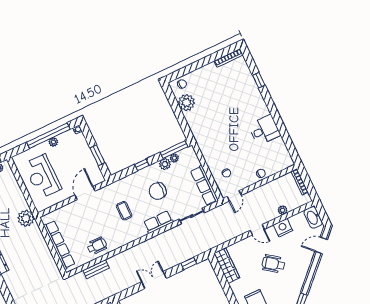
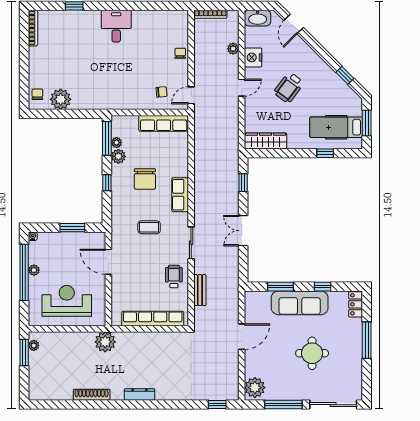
desk: (264, 130) -> (116, 26), moved
reception desk: (42, 176) -> (67, 301), turned 180
door: (234, 196) -> (191, 95), swing flipped
sliding door: (192, 216) -> (191, 243), moved

